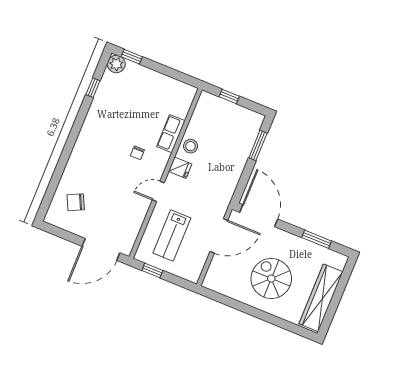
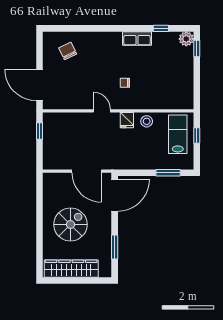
row of seats: (171, 134) -> (137, 38), moved, turned 180
lab bench: (172, 235) -> (178, 134), moved, turned 90

